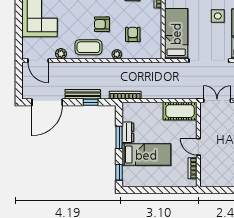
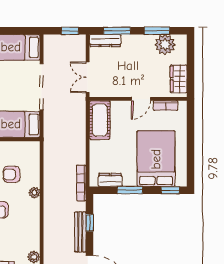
coffee table: (88, 47) -> (26, 225), removed
dresser: (128, 132) -> (110, 180), moved
bed: (146, 155) -> (156, 159), width x1.50
wardrobe: (216, 180) -> (179, 79), added

